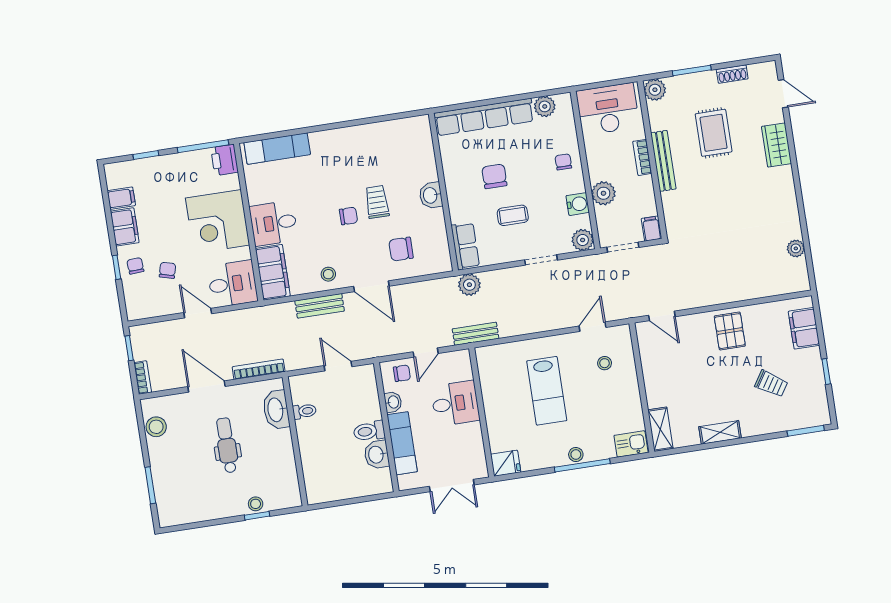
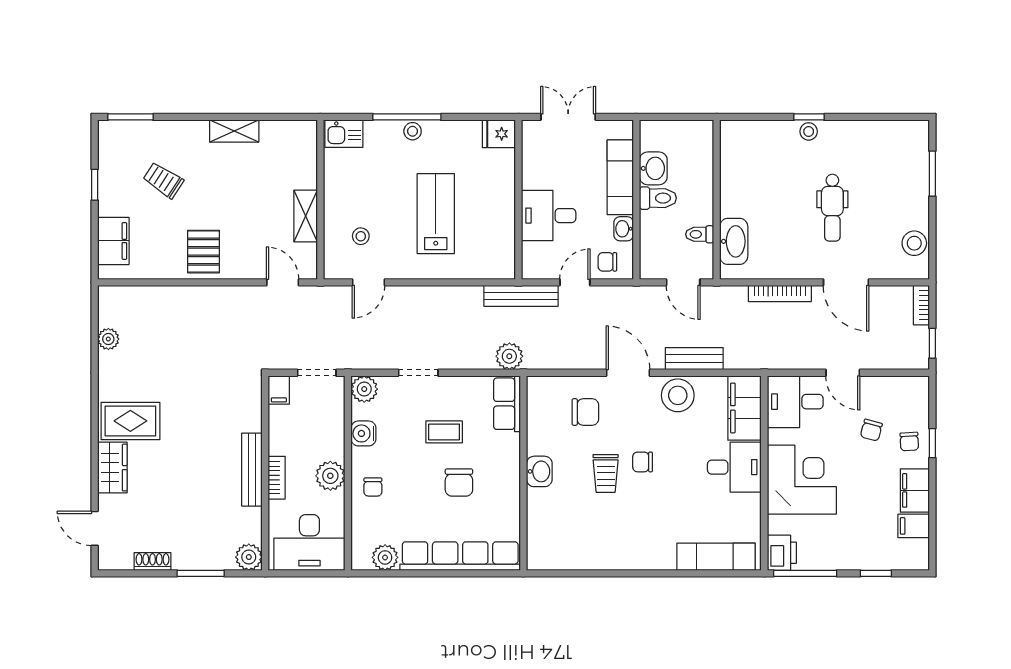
rug: (714, 133) -> (130, 421), moved, turned 90
plant: (603, 193) -> (330, 476), moved
stool: (328, 274) -> (678, 395), width x1.89, depth x1.89
bench: (476, 334) -> (521, 296), width x1.36
washbasin: (276, 410) -> (734, 241), moved
toilet: (304, 411) -> (700, 234), moved
shelving: (660, 429) -> (306, 216), moved
wall: (295, 441) -> (717, 200), moved

